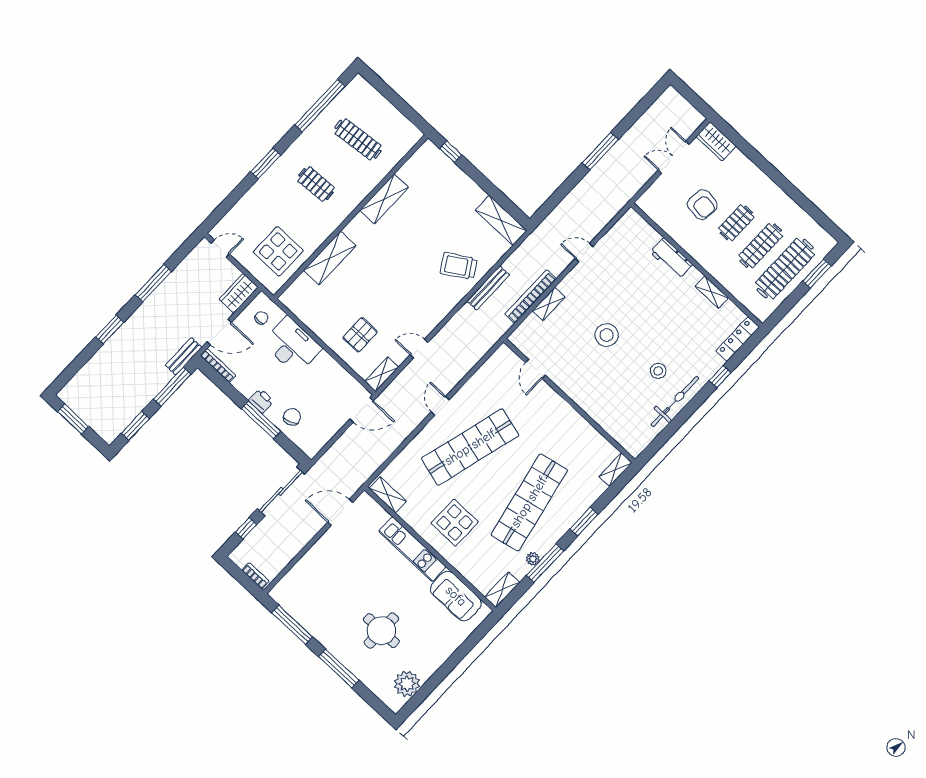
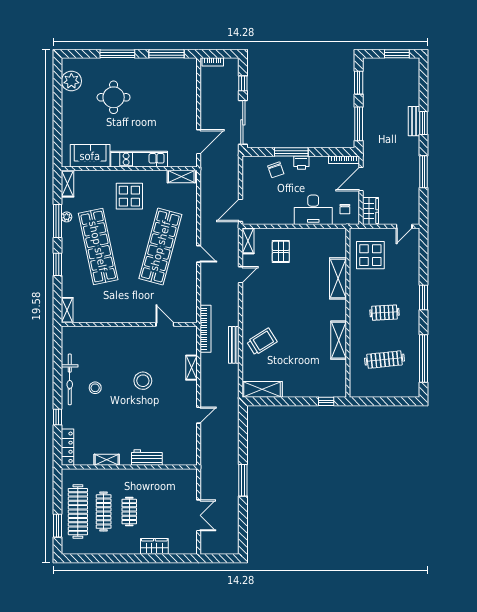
wardrobe: (716, 141) -> (154, 546), moved
armchair: (702, 205) -> (158, 504), removed
bookcase: (531, 297) -> (206, 329), moved
bench: (184, 356) -> (414, 121), moved

